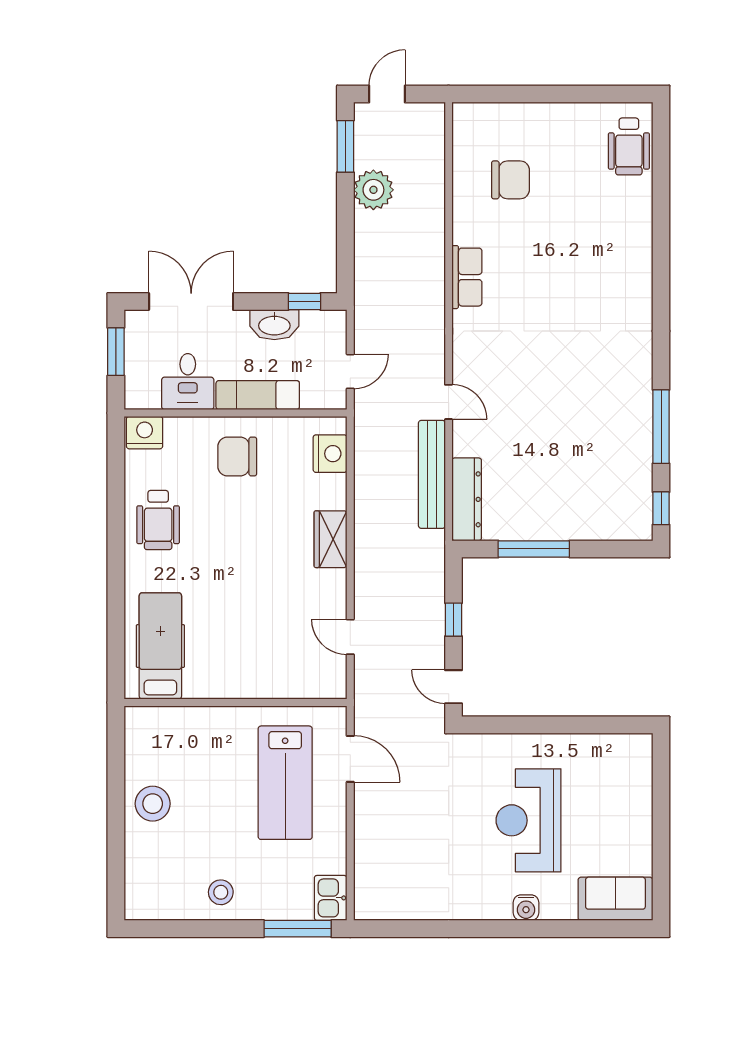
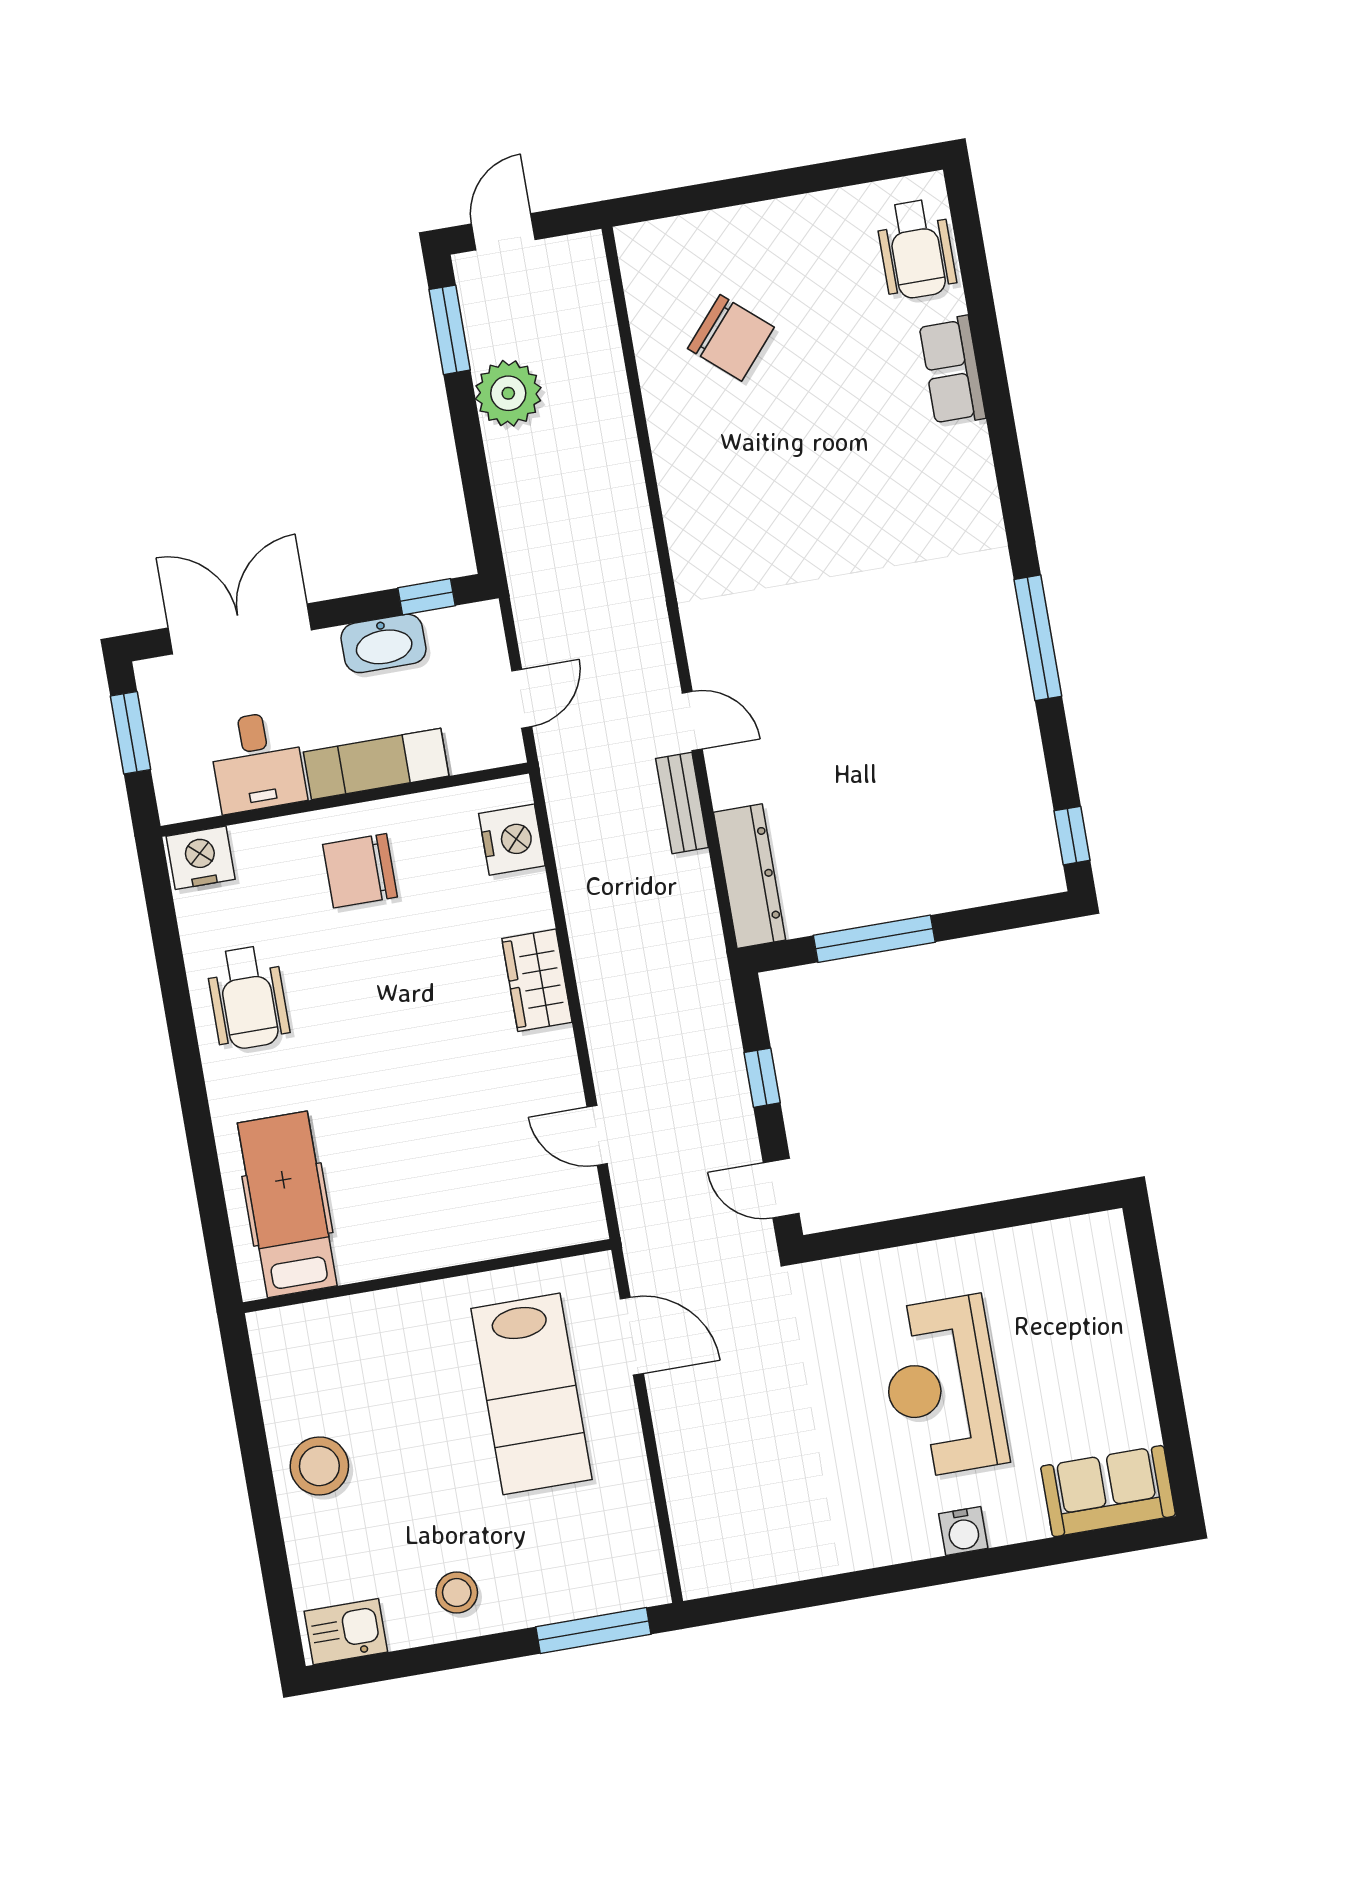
chair: (510, 180) -> (731, 338), turned 41
row of seats: (467, 277) -> (952, 371), moved, turned 180
window: (661, 427) -> (1038, 638), moved
bench: (432, 474) -> (682, 803), width x0.54, depth x0.82
kitchen sink: (331, 898) -> (346, 1632), moved, turned 90

